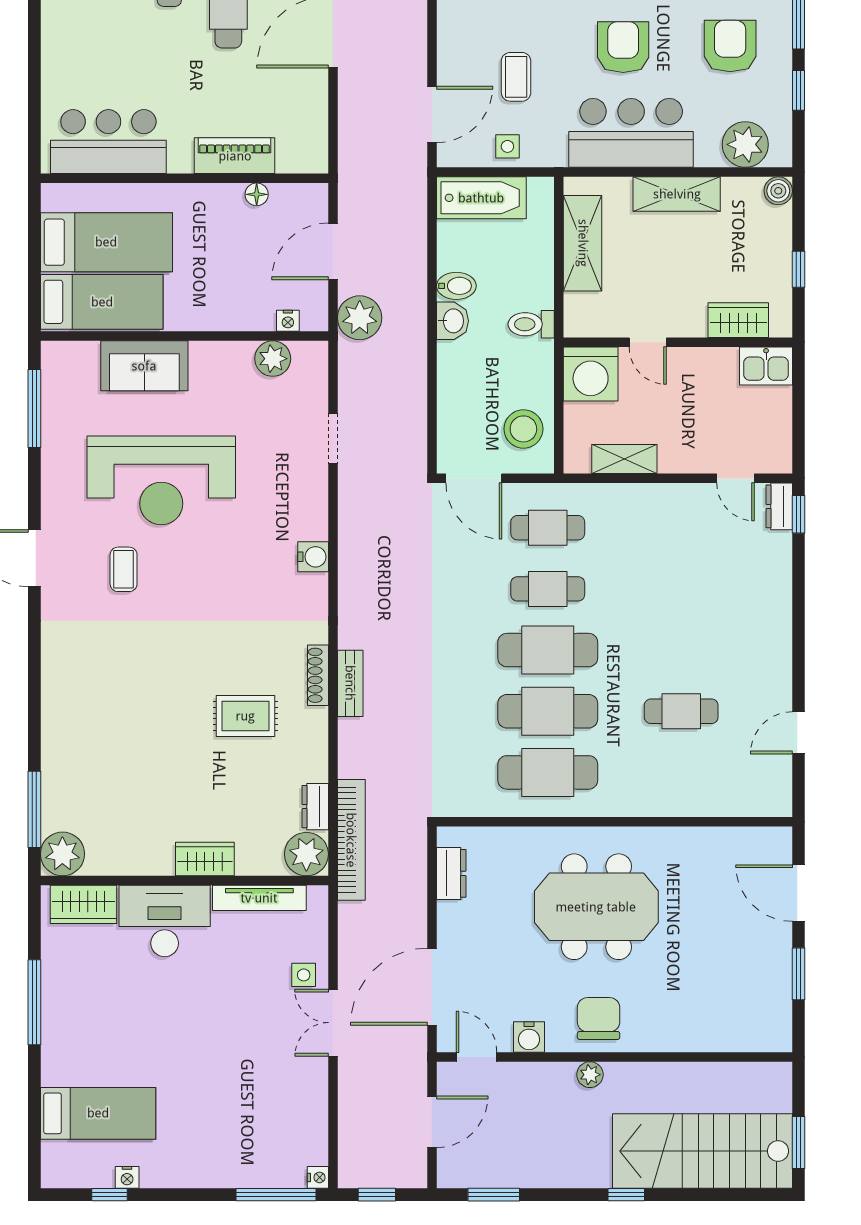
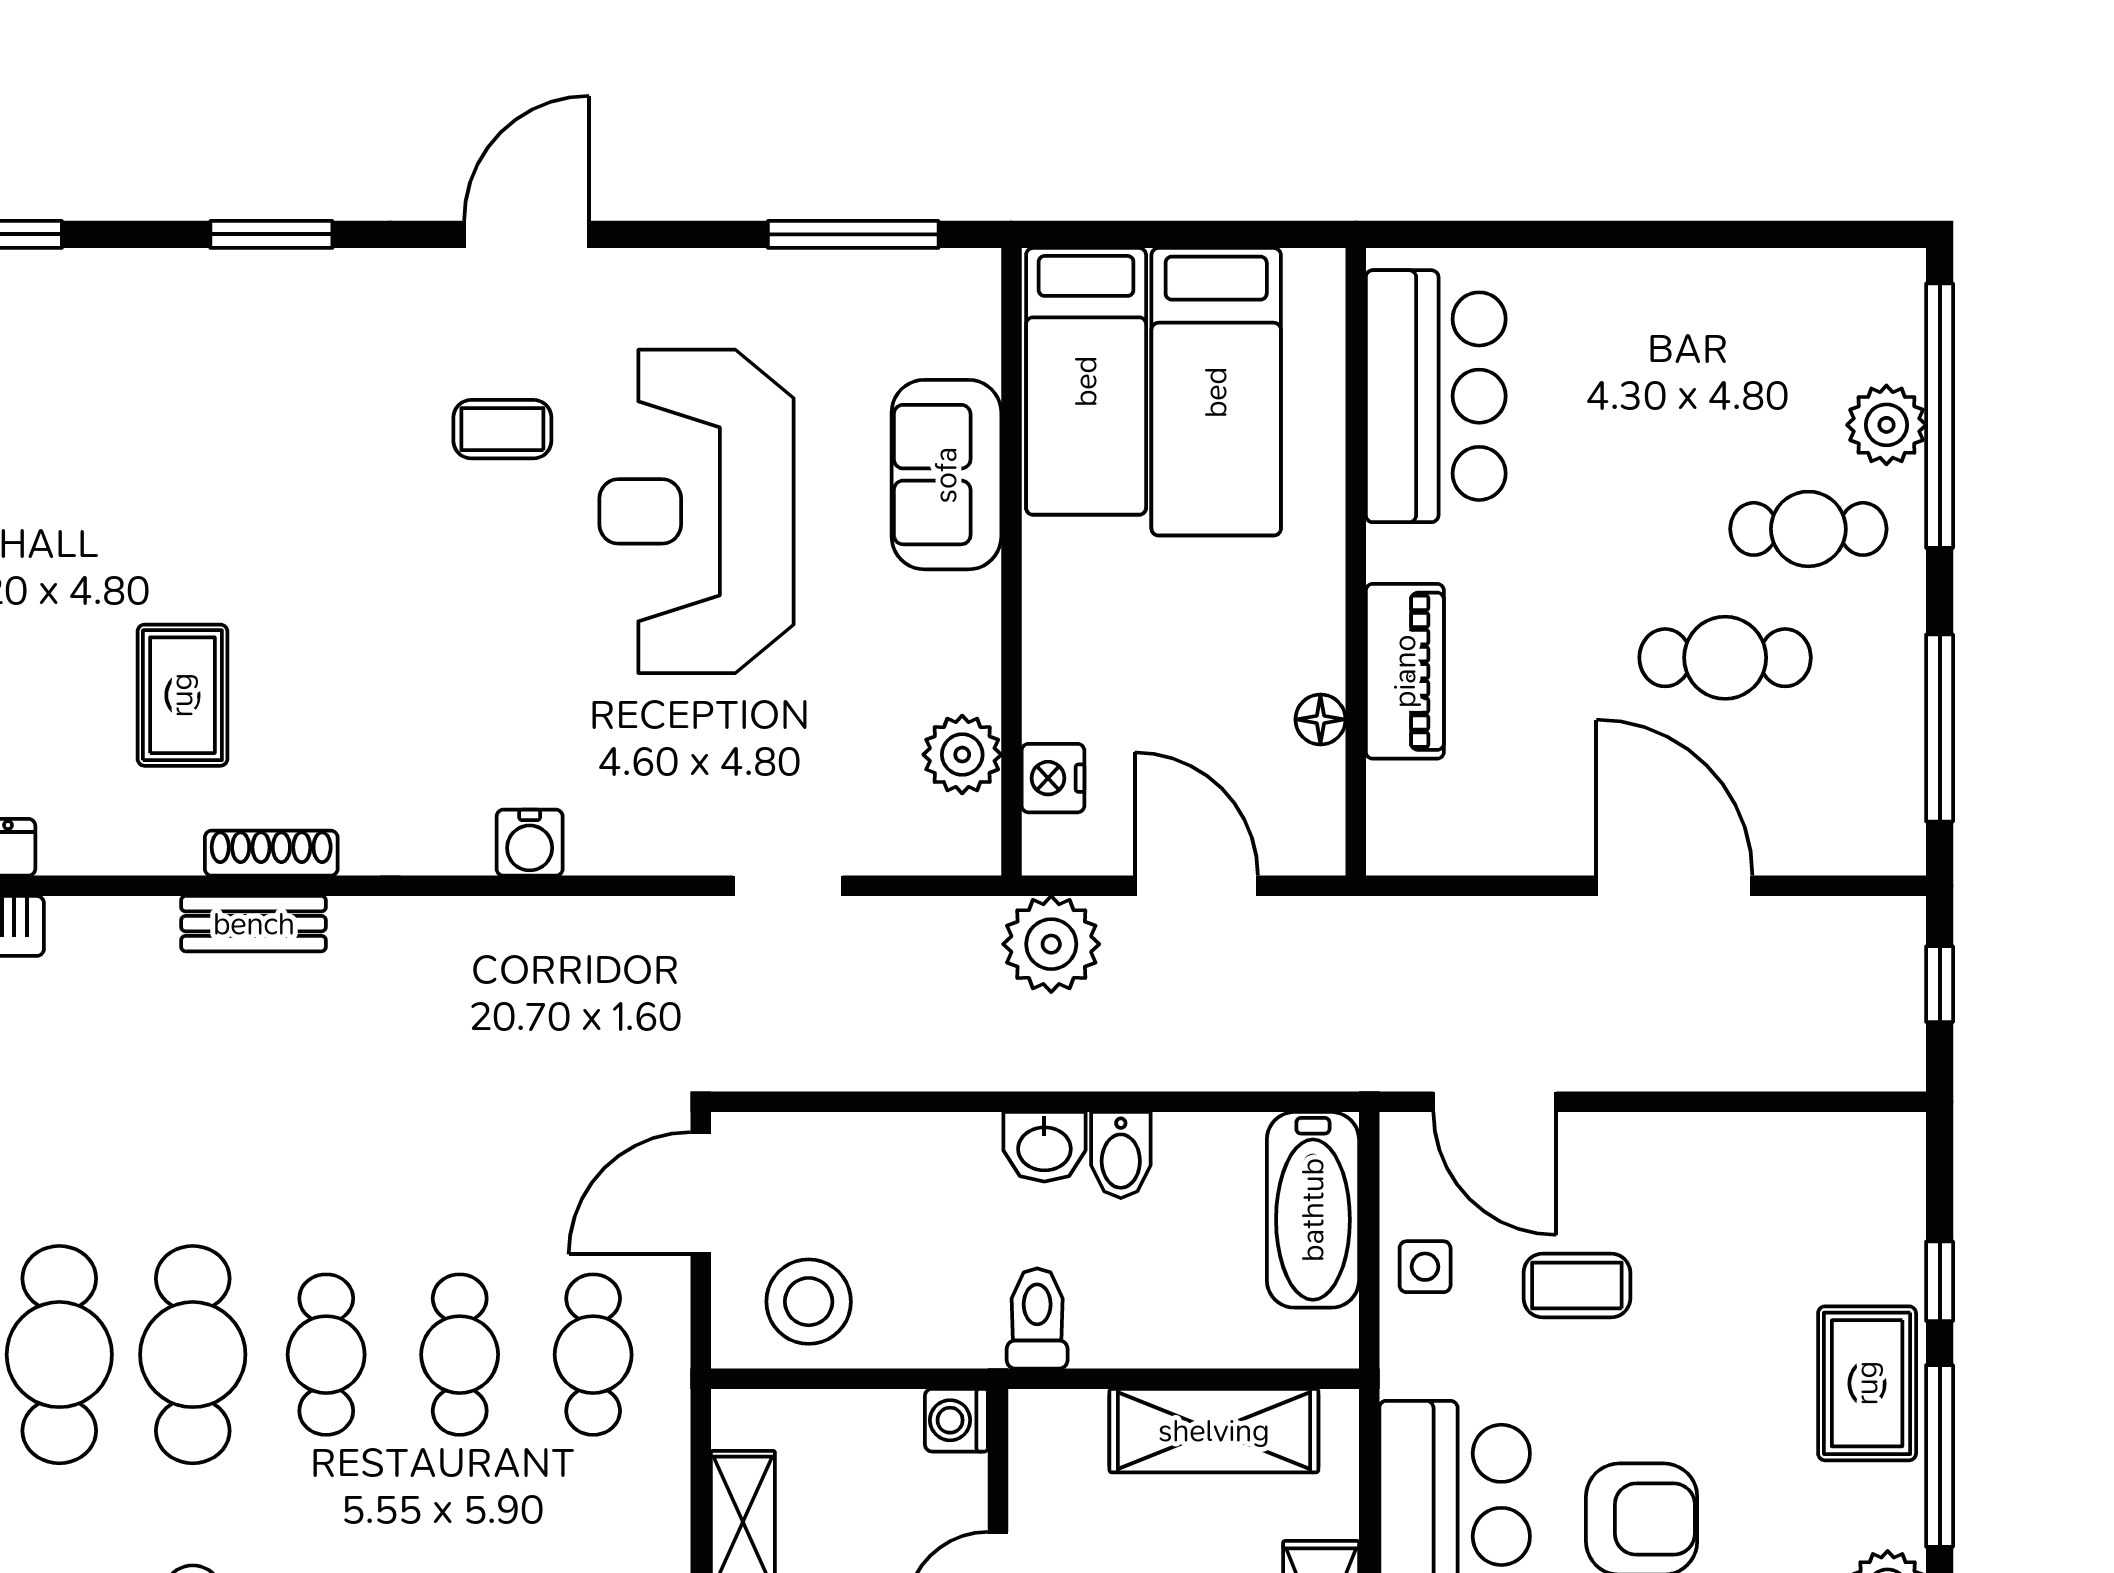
nightstand: (288, 321) -> (1053, 778), width x1.39, depth x1.35
washing machine: (591, 374) -> (956, 1420), width x0.53, depth x0.53
cafe table: (548, 650) -> (326, 1355), width x0.73, depth x0.74
window: (34, 675) -> (271, 234), added

